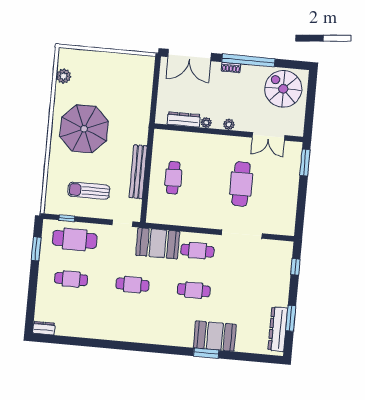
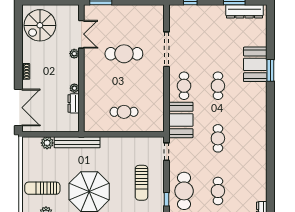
window: (248, 60) -> (18, 57), removed
sun lounger: (93, 75) -> (42, 188), added
plant: (145, 85) -> (47, 143), added
dresser: (184, 120) -> (74, 103), width x0.70
plant: (229, 124) -> (74, 54), moved
bench: (138, 172) -> (77, 142), moved

